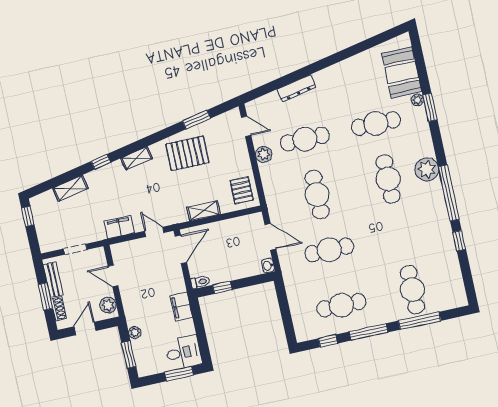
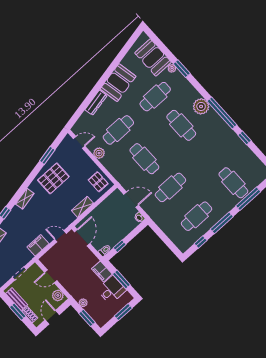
booth: (339, 79) -> (118, 83), added
window: (200, 331) -> (121, 279), added
desk: (184, 352) -> (112, 290), moved

